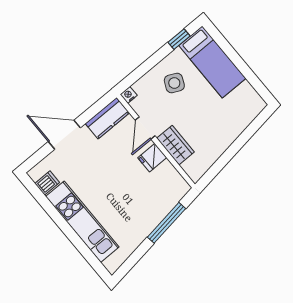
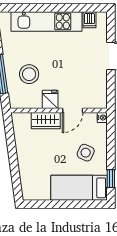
kitchen counter: (107, 118) -> (99, 92), removed
door: (145, 128) -> (73, 111), swing flipped
stool: (145, 197) -> (29, 74), added

